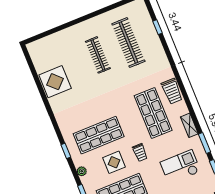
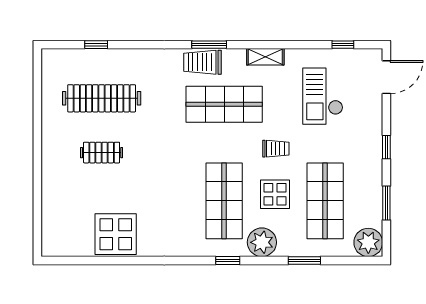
clothes rail: (98, 55) -> (102, 153), width x0.73
trolley: (172, 91) -> (202, 62), turned 180
window: (205, 143) -> (209, 45), moved
plant: (82, 171) -> (262, 242), width x1.87, depth x1.87

